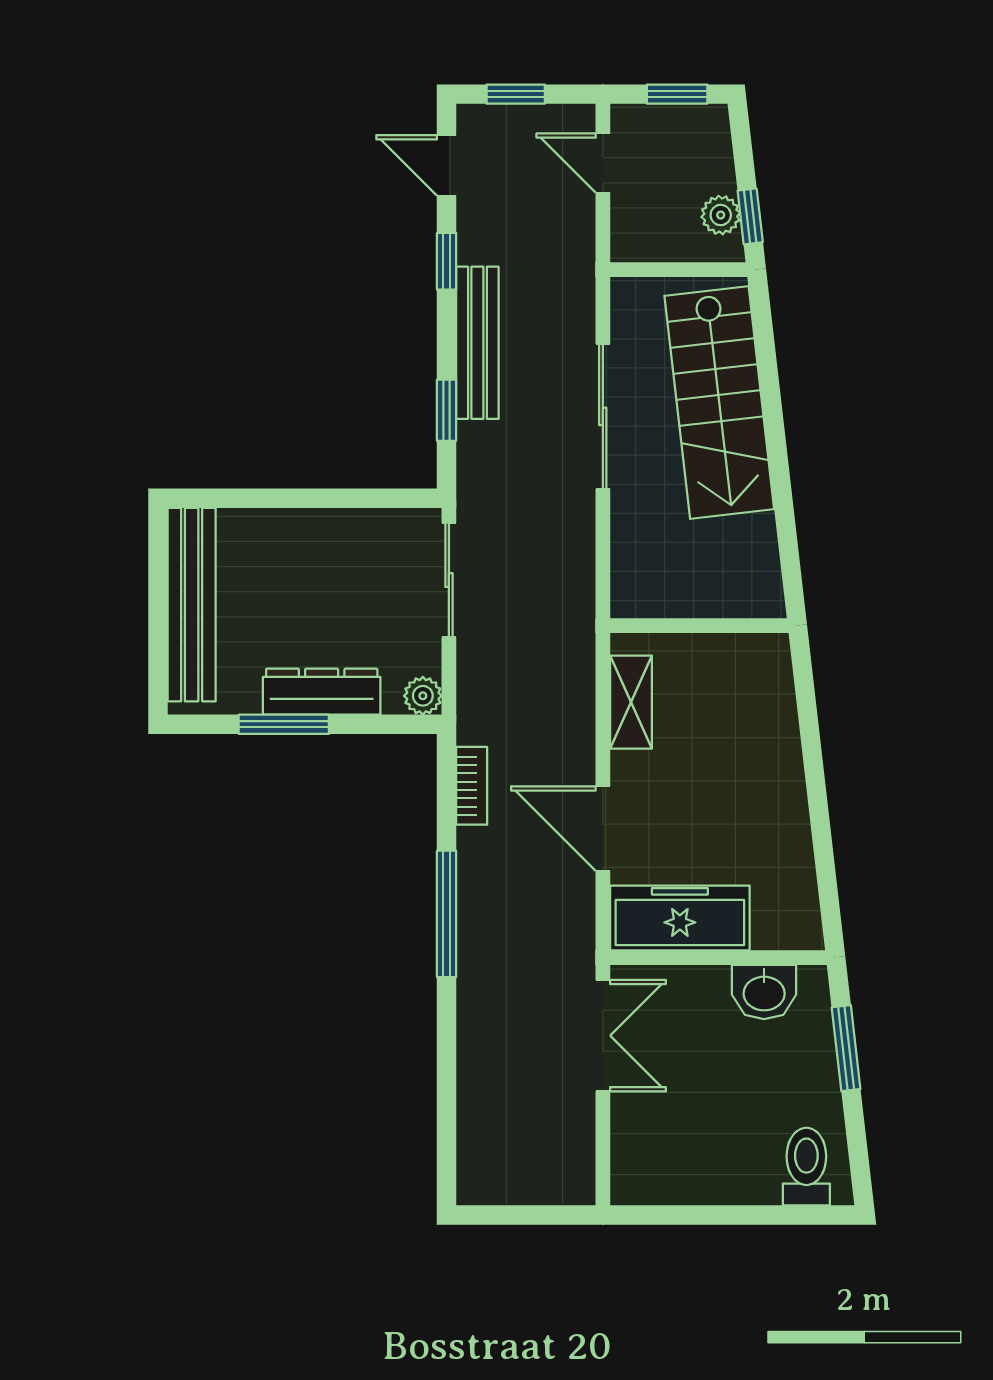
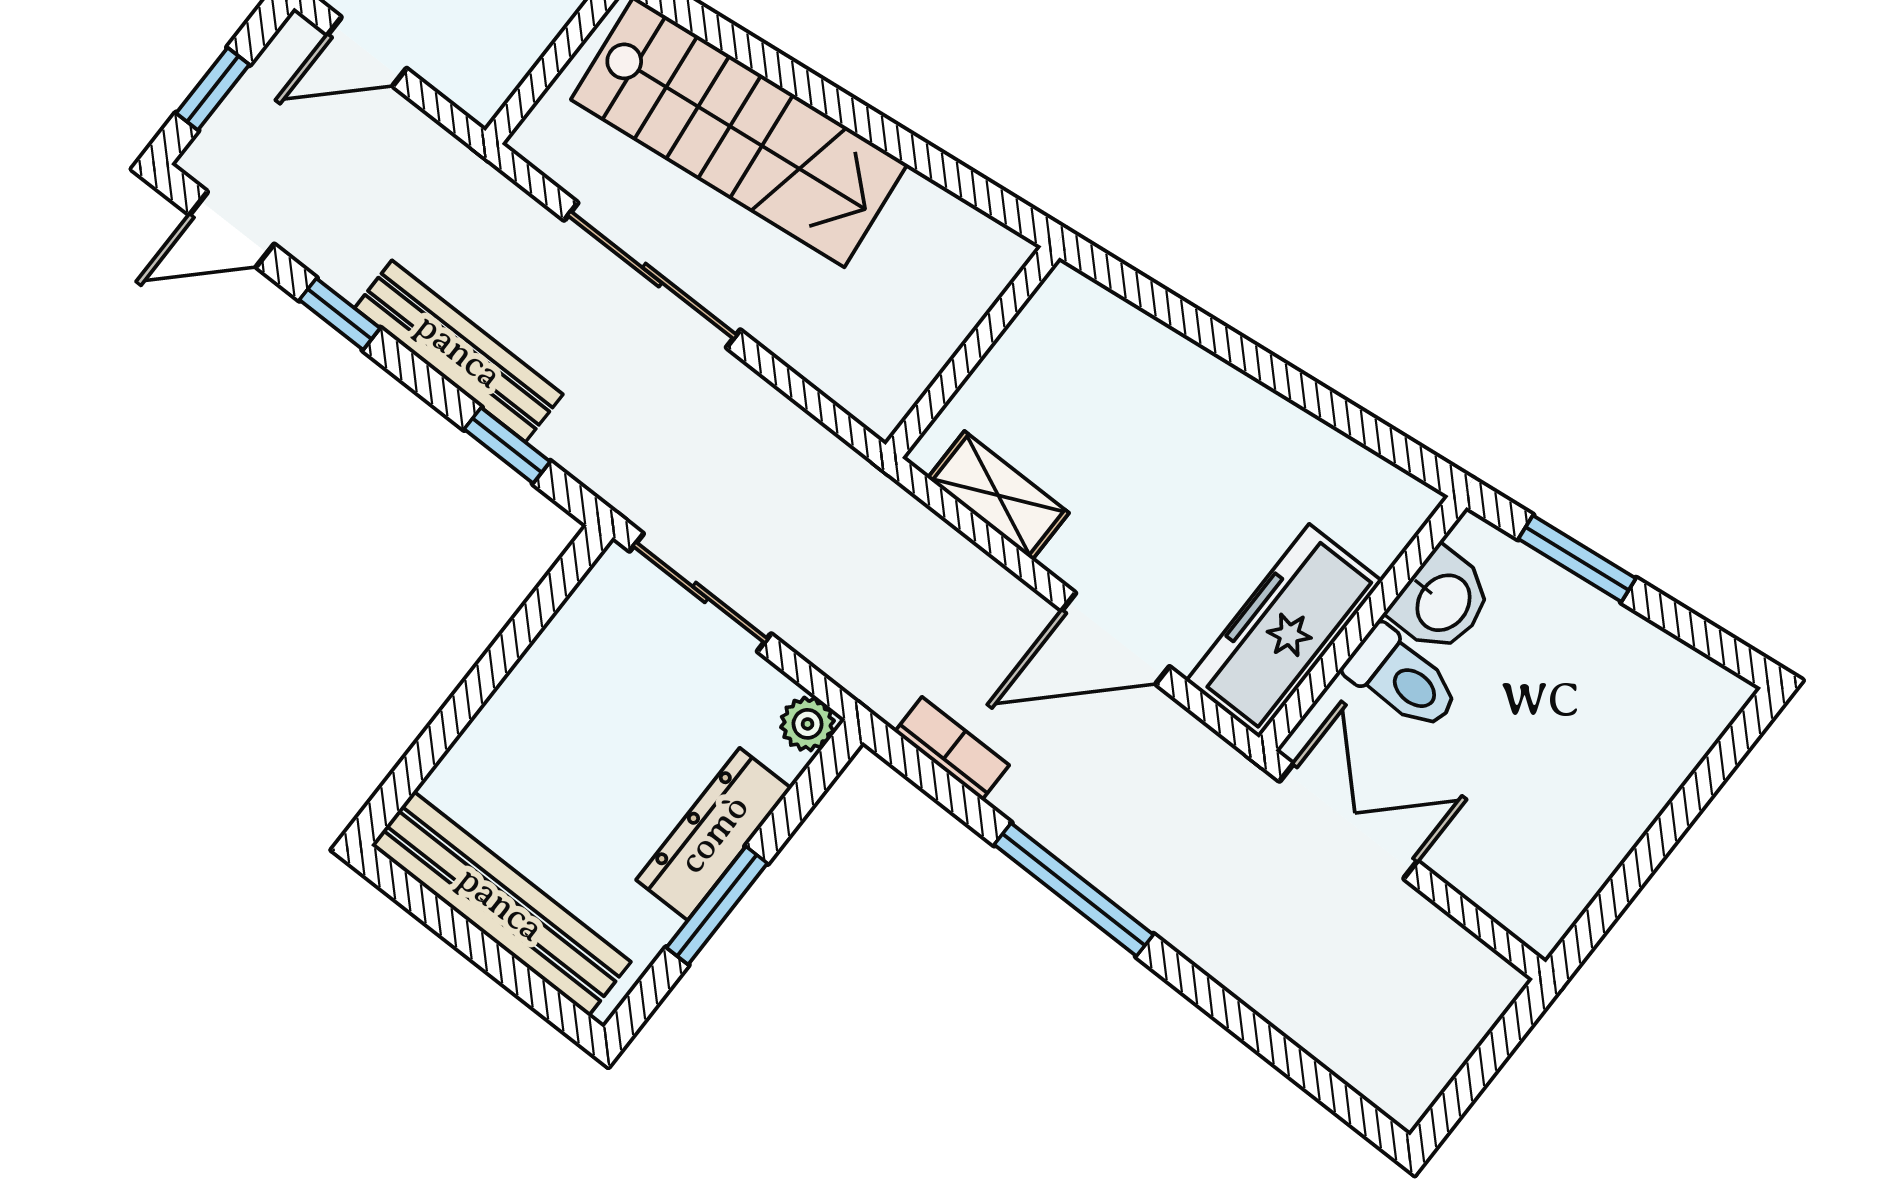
toilet: (806, 1166) -> (1402, 679), moved, turned 180

